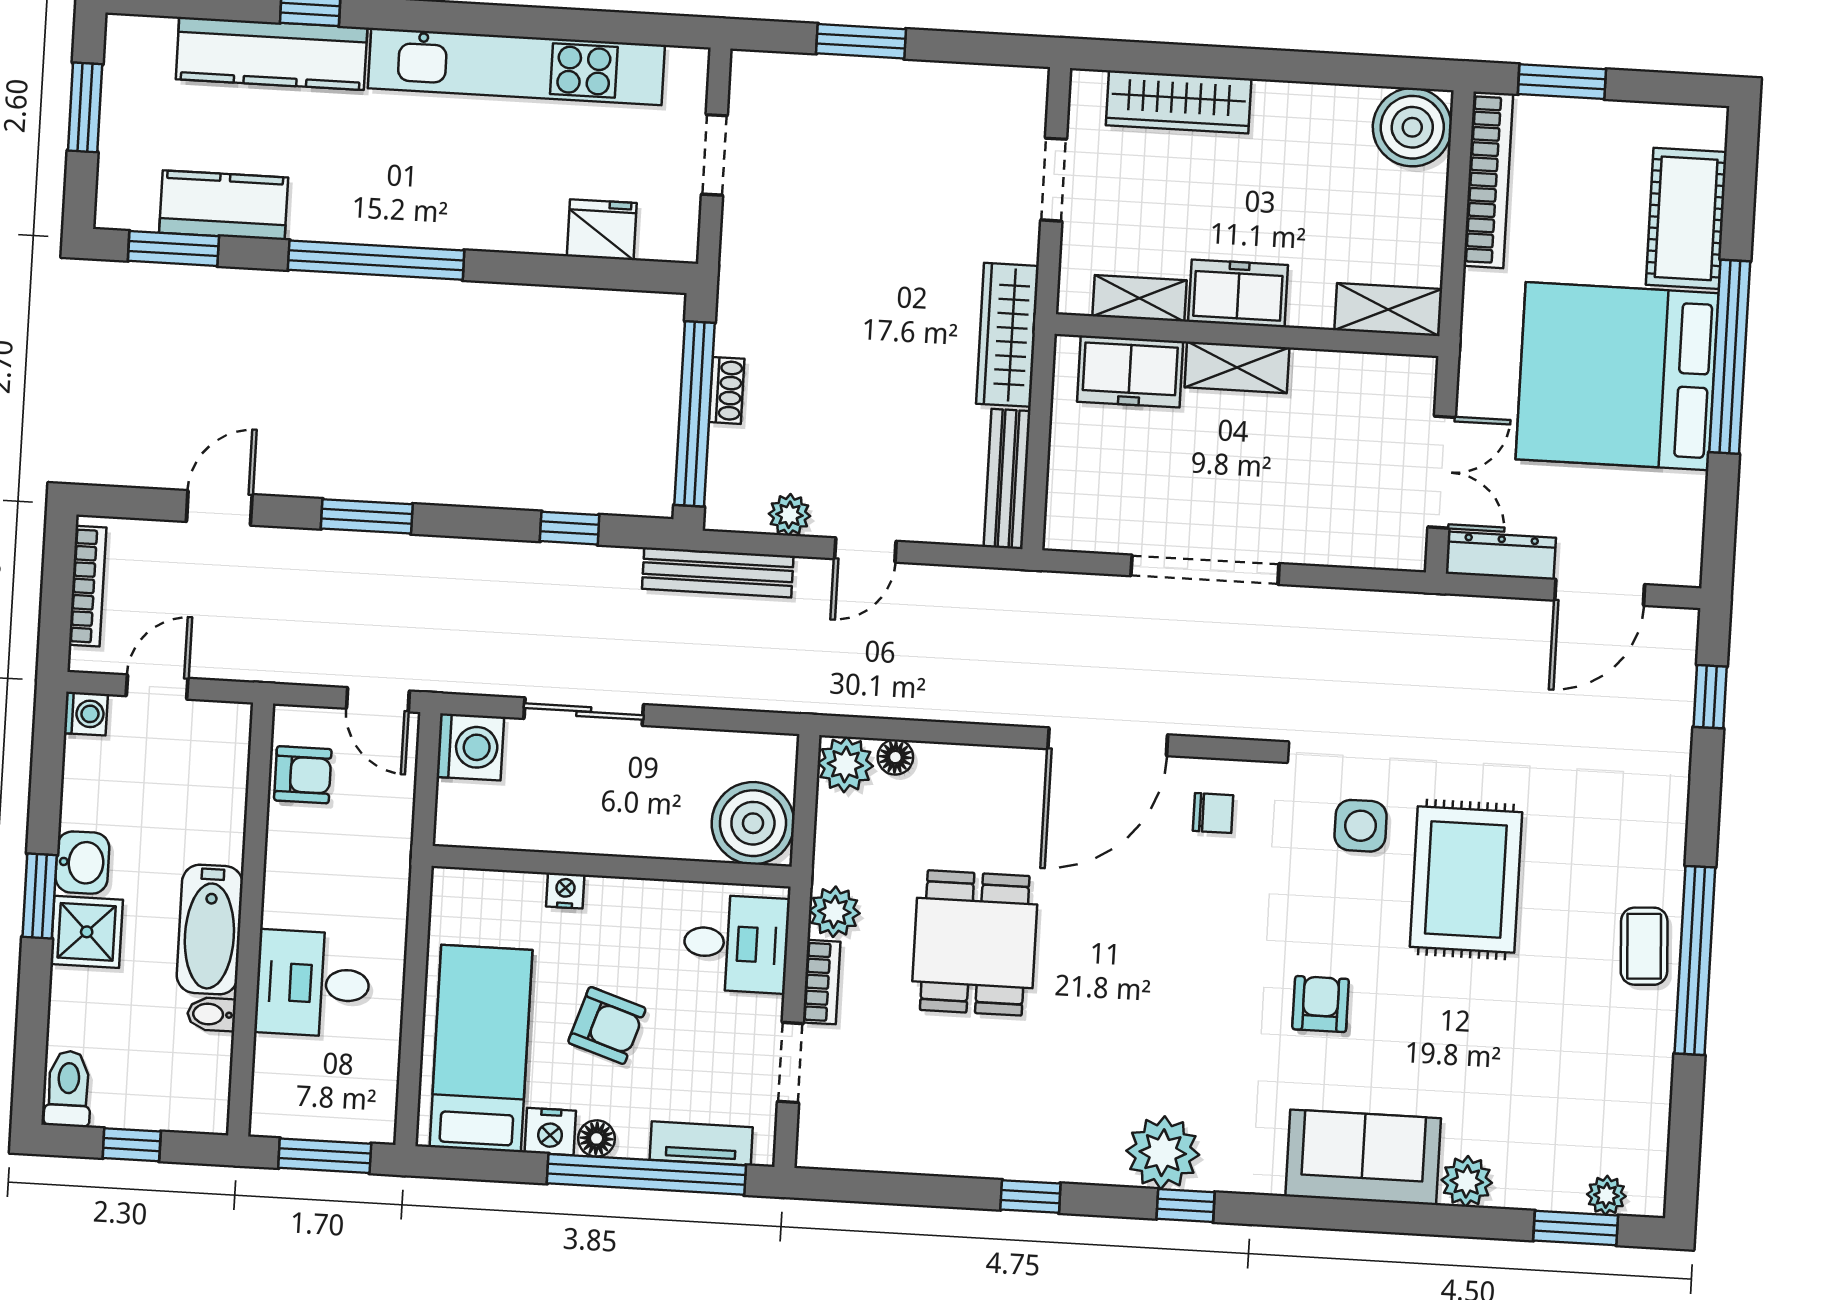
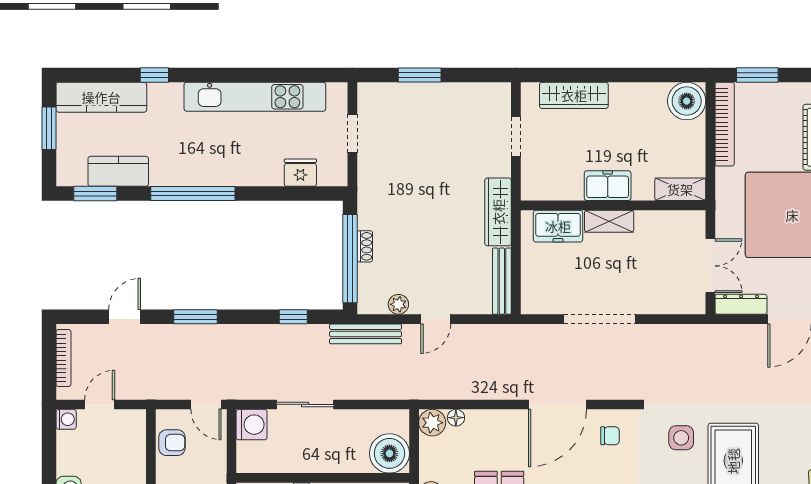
kitchen counter: (272, 53) -> (101, 97), moved
shelving: (1139, 298) -> (560, 191), removed

